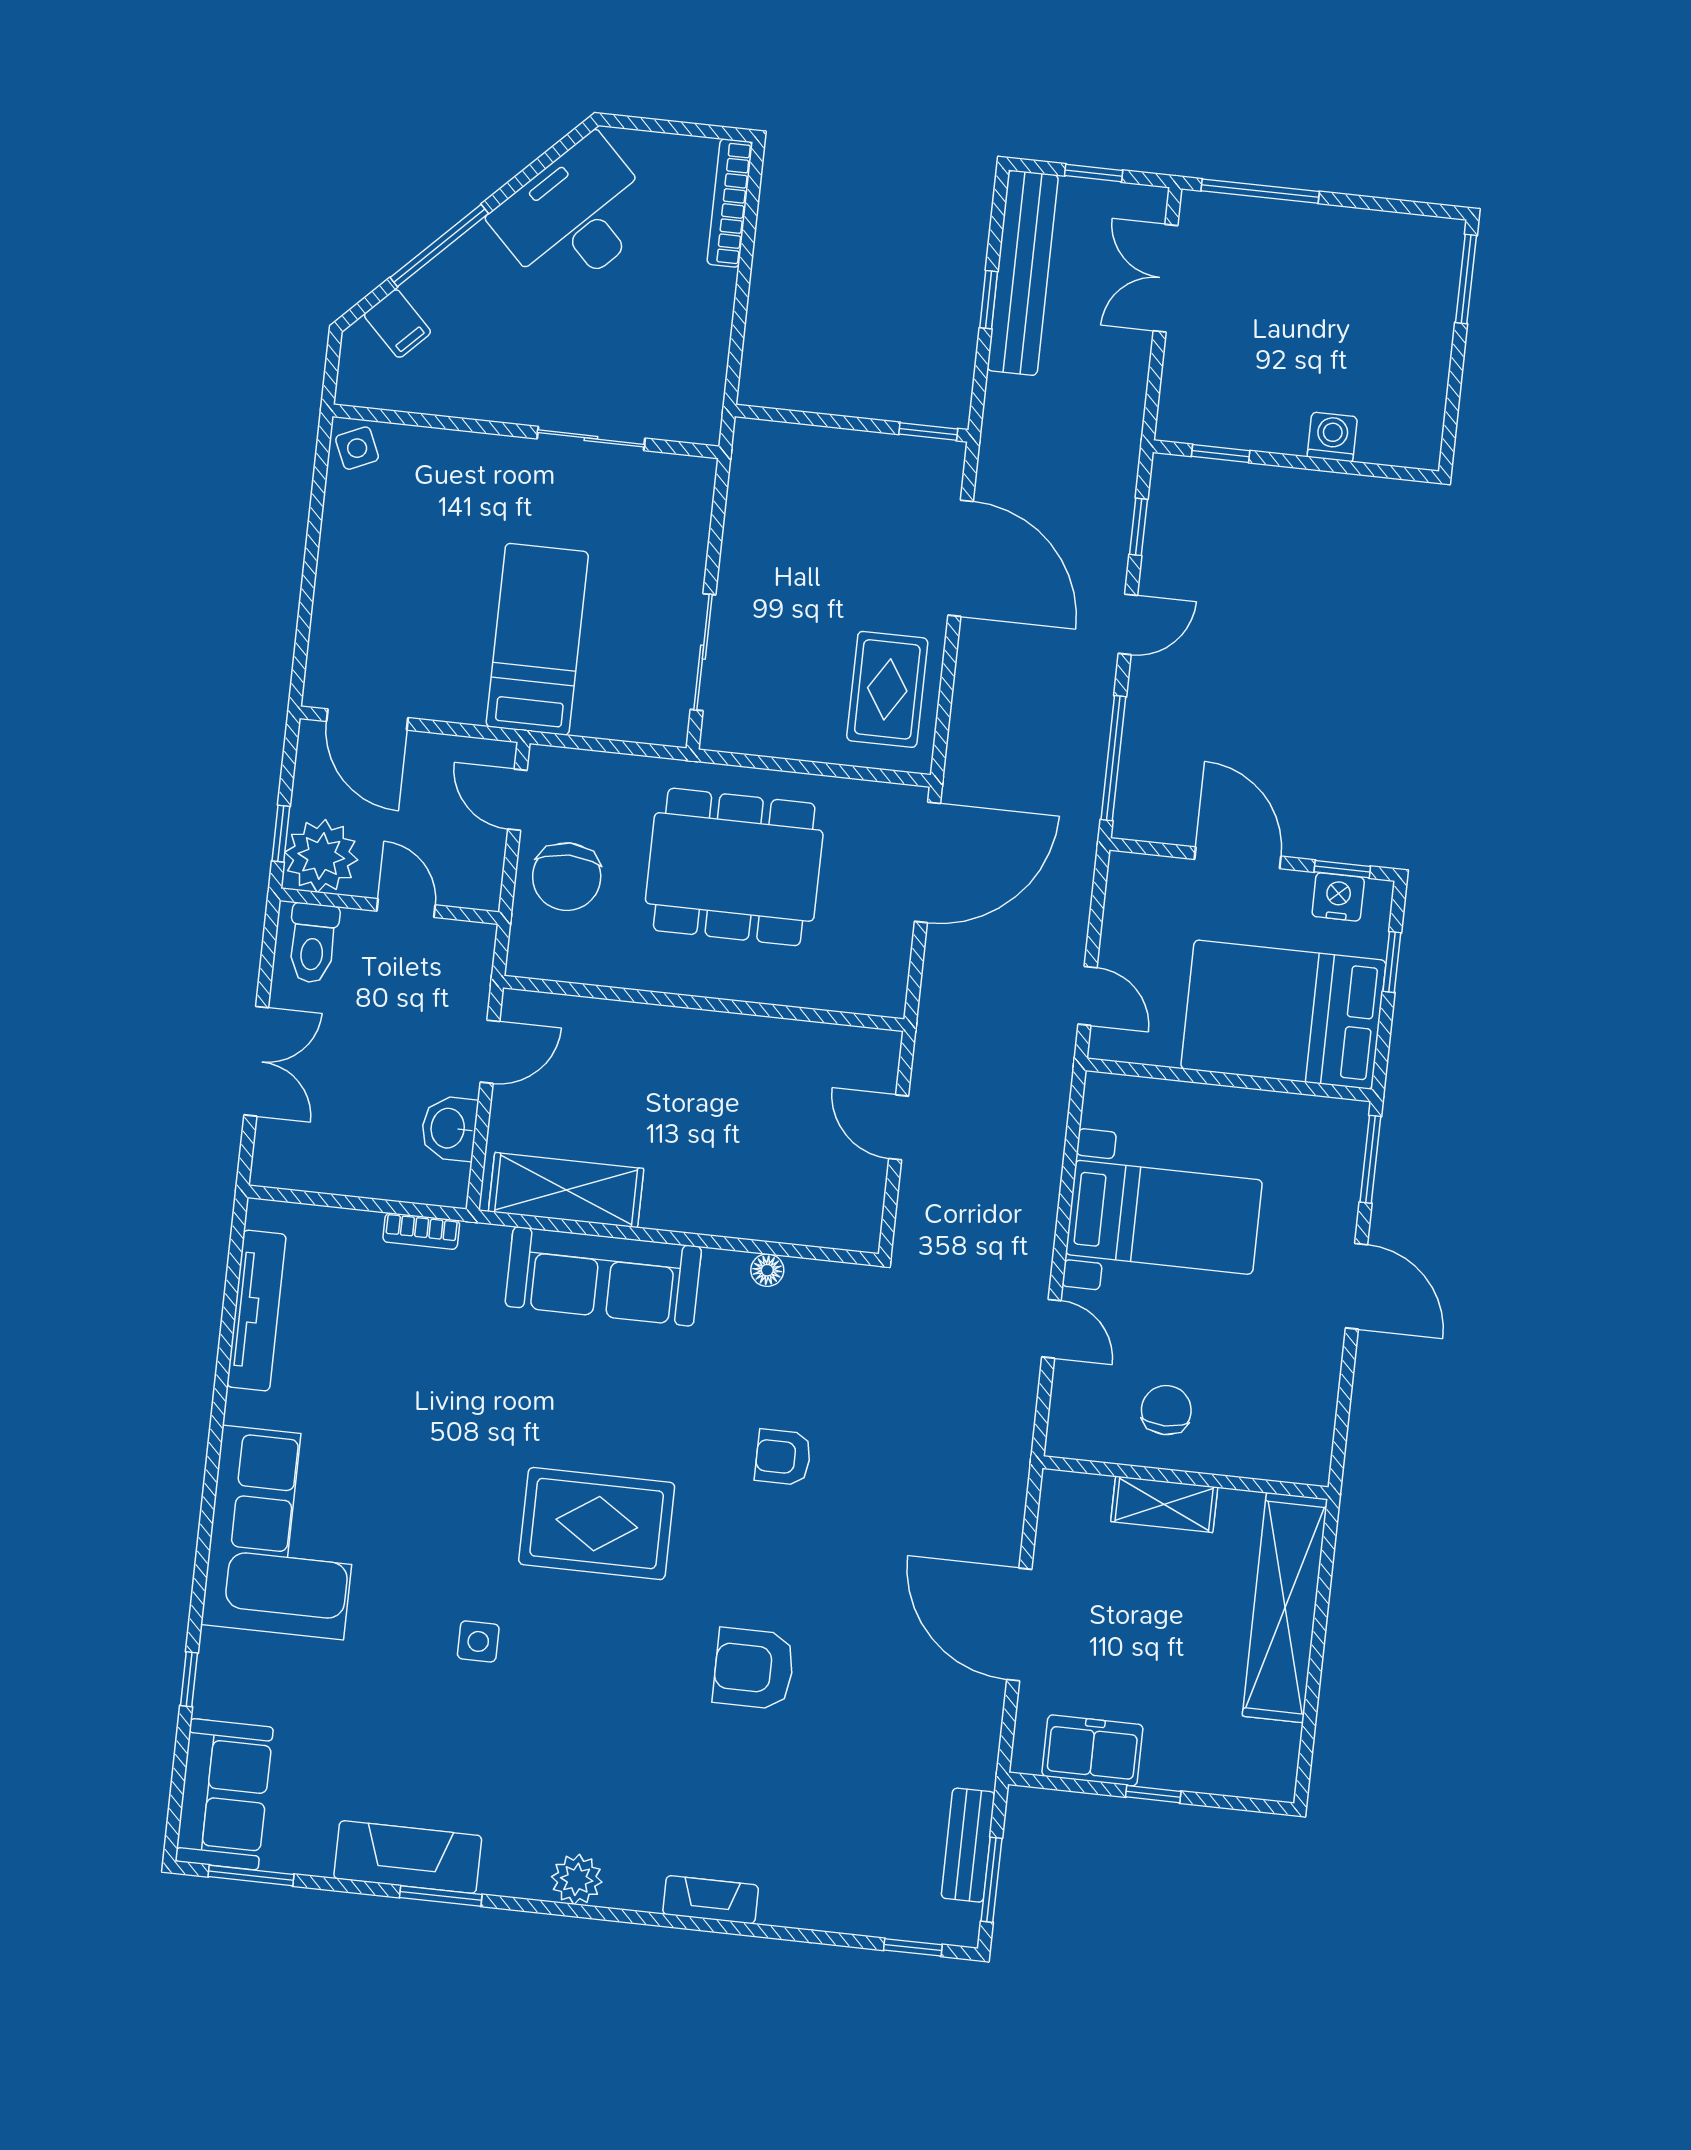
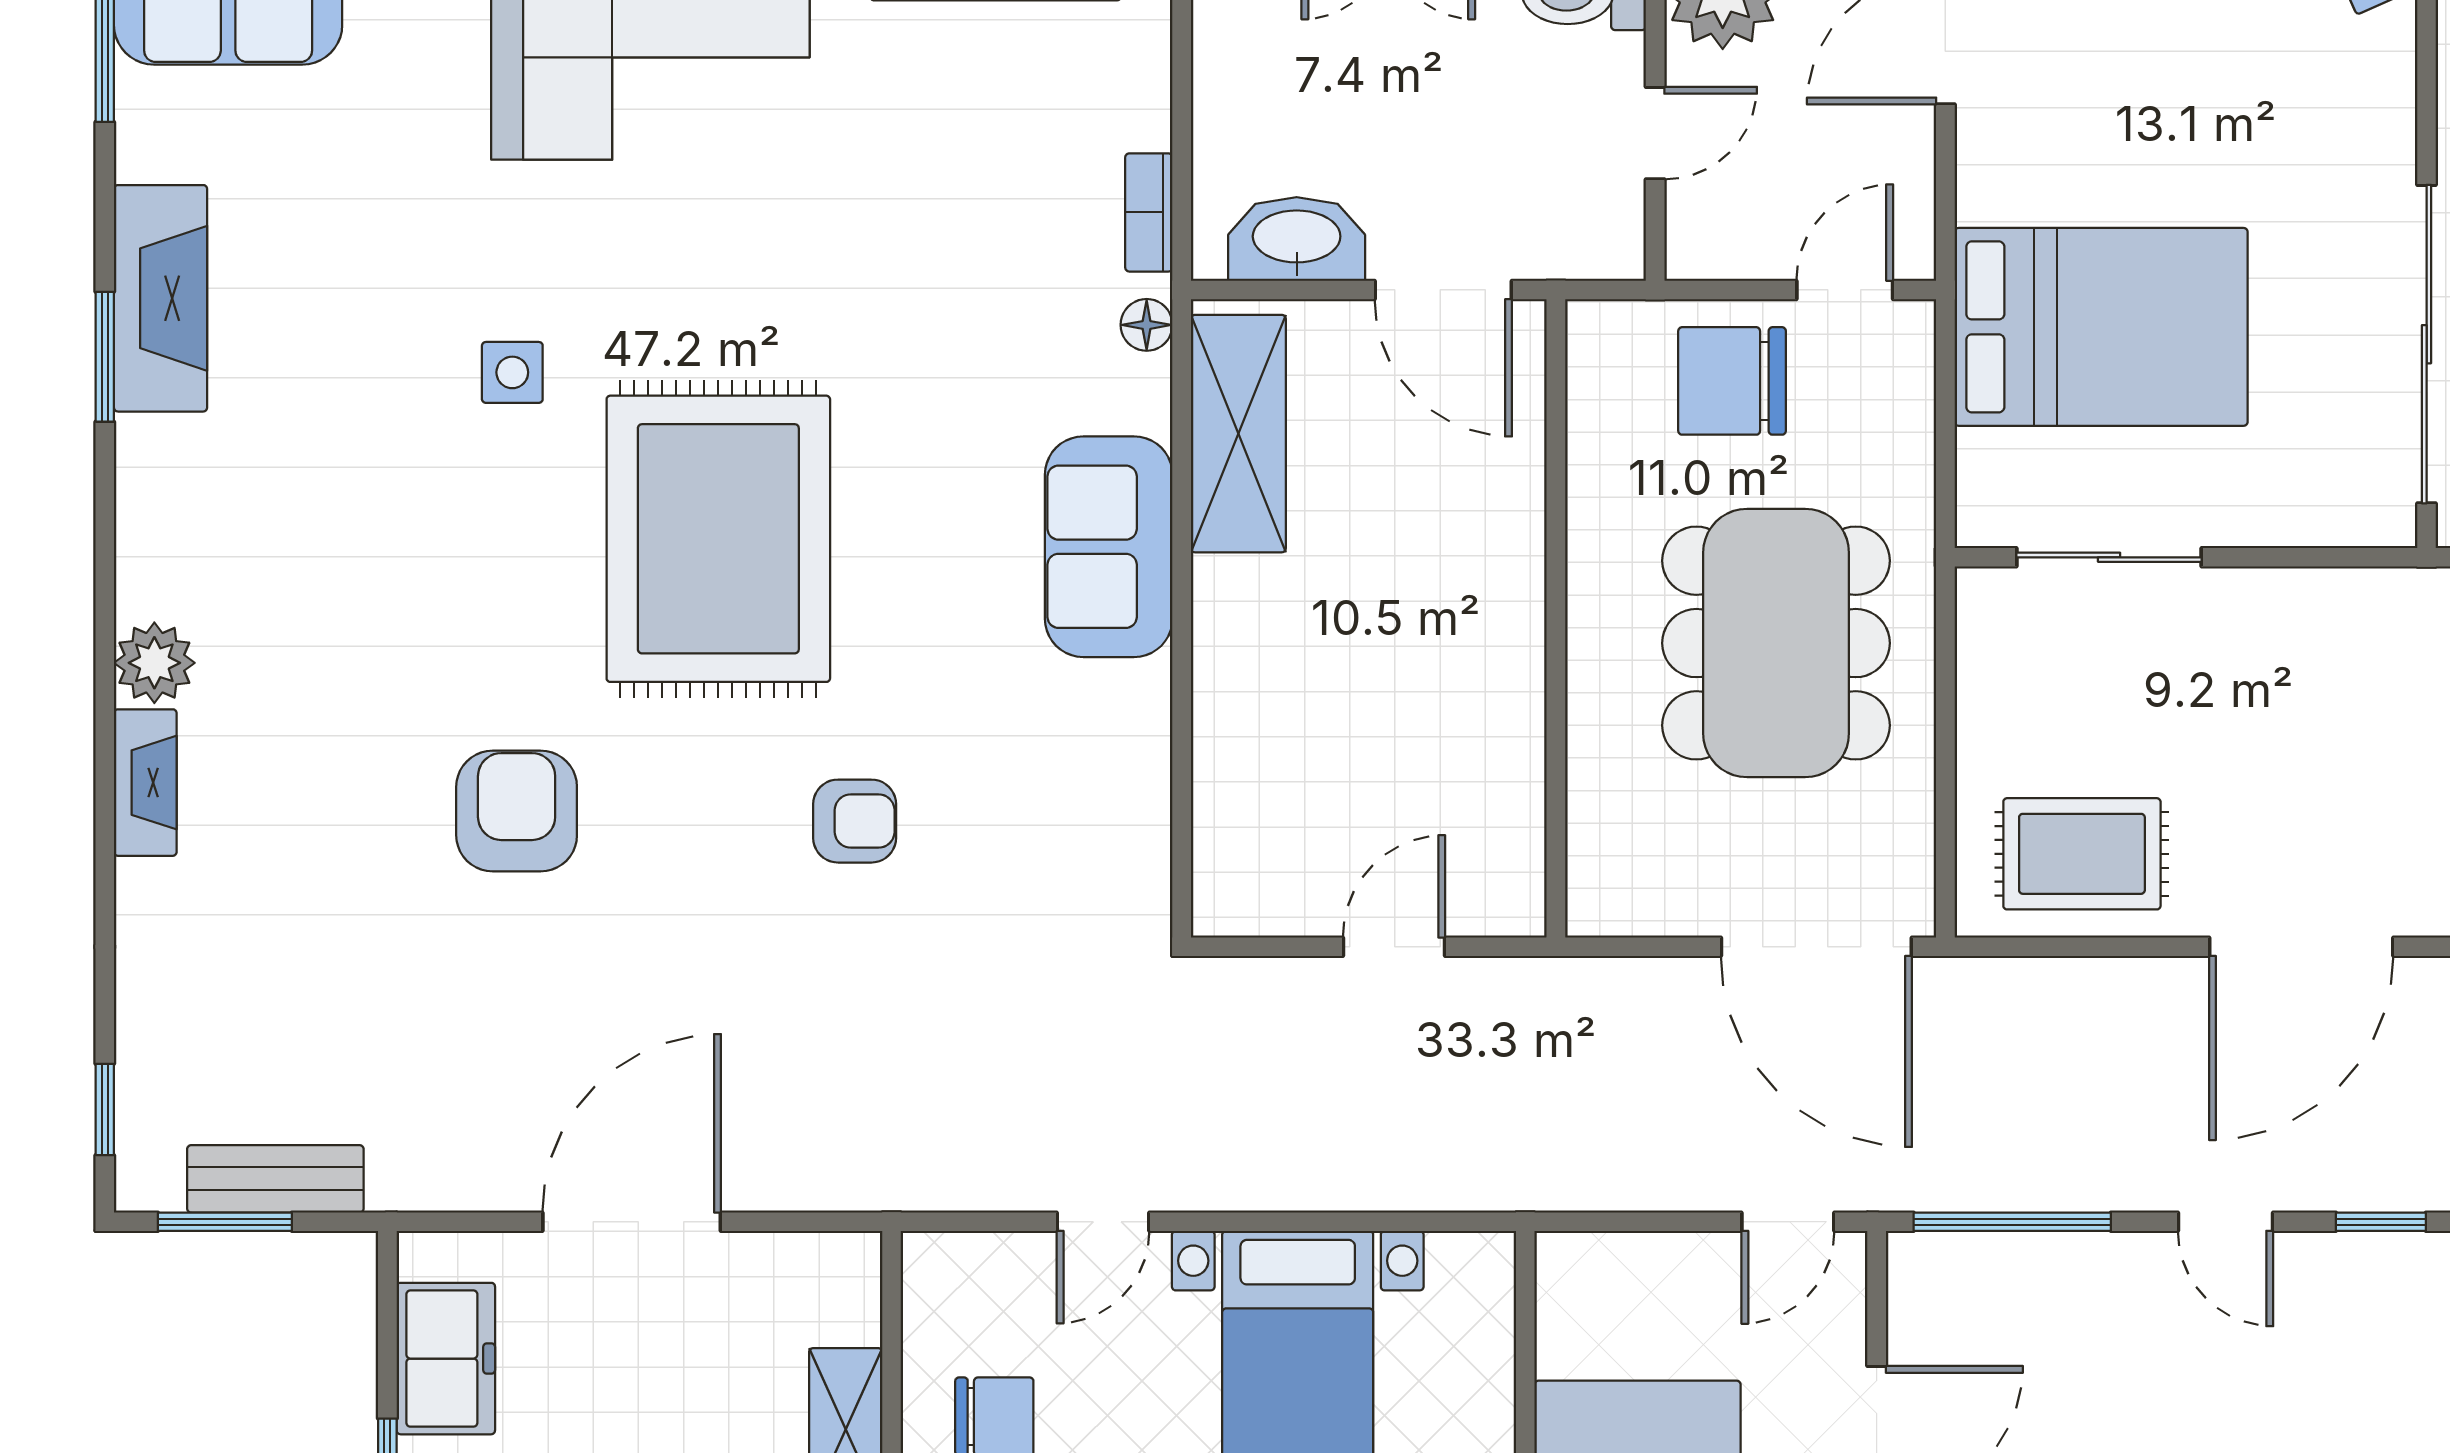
sliding door: (591, 438) -> (2427, 344), width x1.86
bed: (537, 639) -> (2101, 327), width x1.50
door: (1088, 996) -> (1788, 1222), moved
door: (490, 1052) -> (1443, 290), width x1.38
washbasin: (449, 1128) -> (1297, 239), width x1.38
floor lamp: (767, 1270) -> (1147, 325), moved
sofa: (603, 1276) -> (1109, 547), width x0.73
armchair: (783, 1457) -> (855, 821), turned 90
rug: (597, 1524) -> (718, 539), width x1.37, depth x1.44
plant: (577, 1879) -> (154, 663), moved

